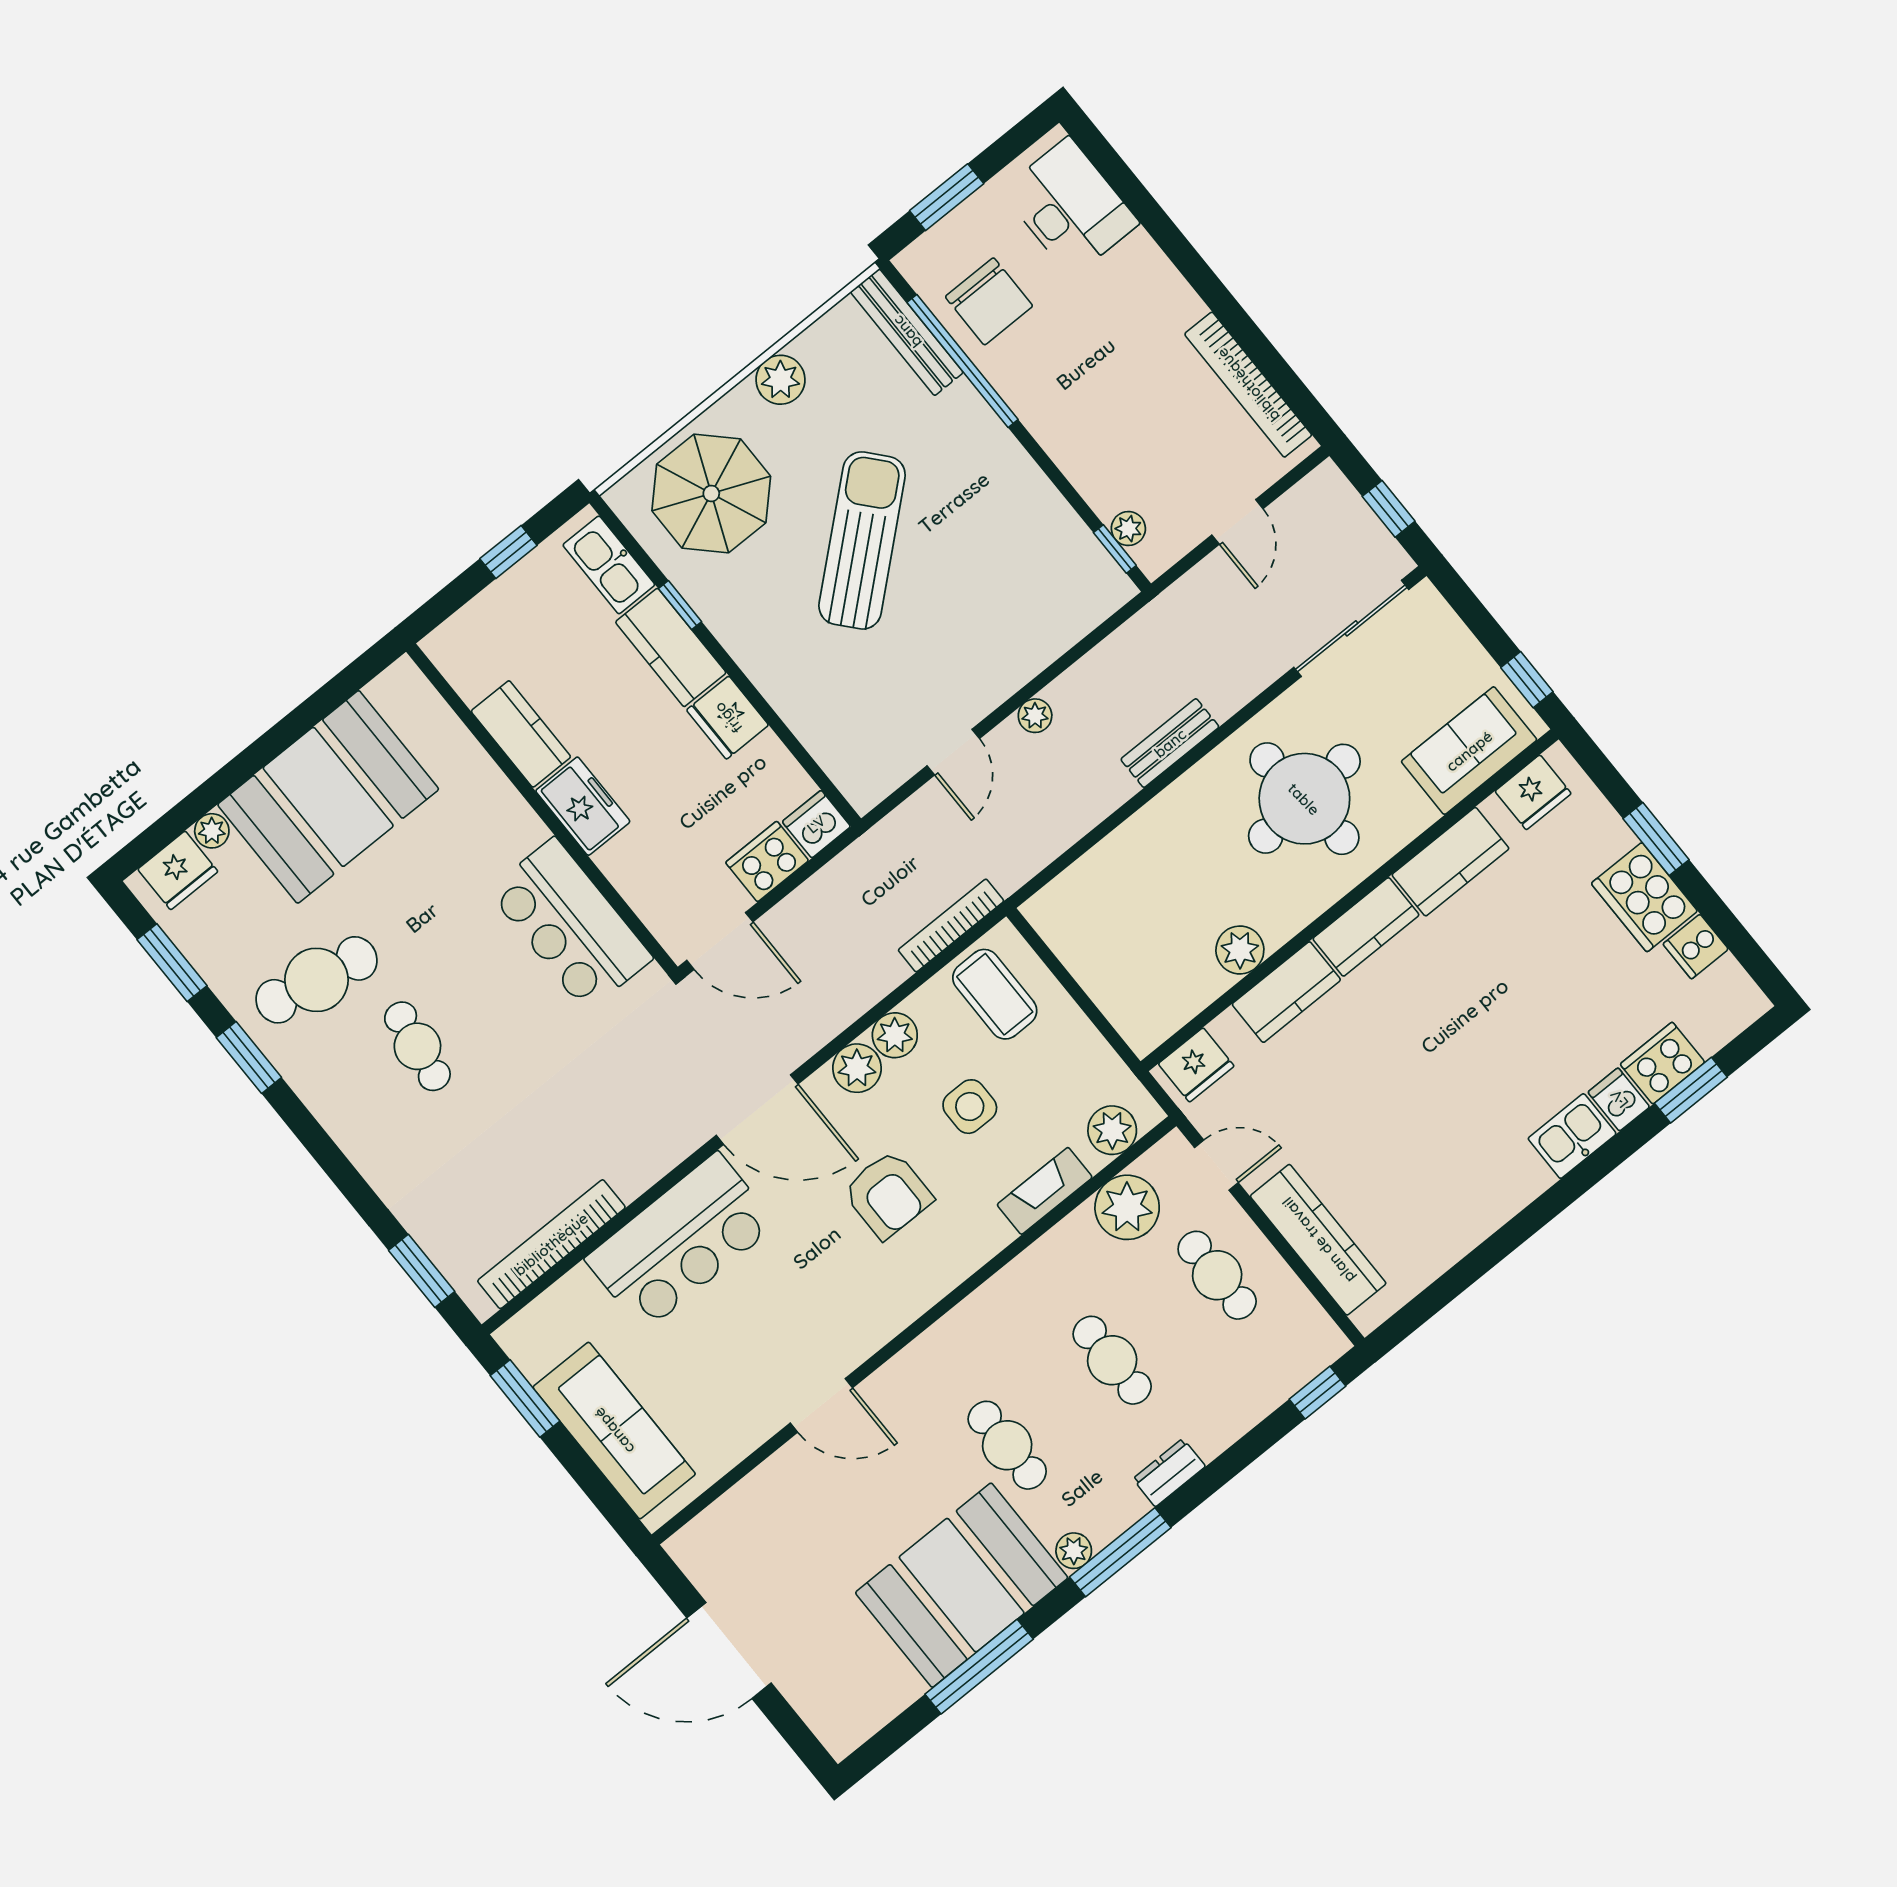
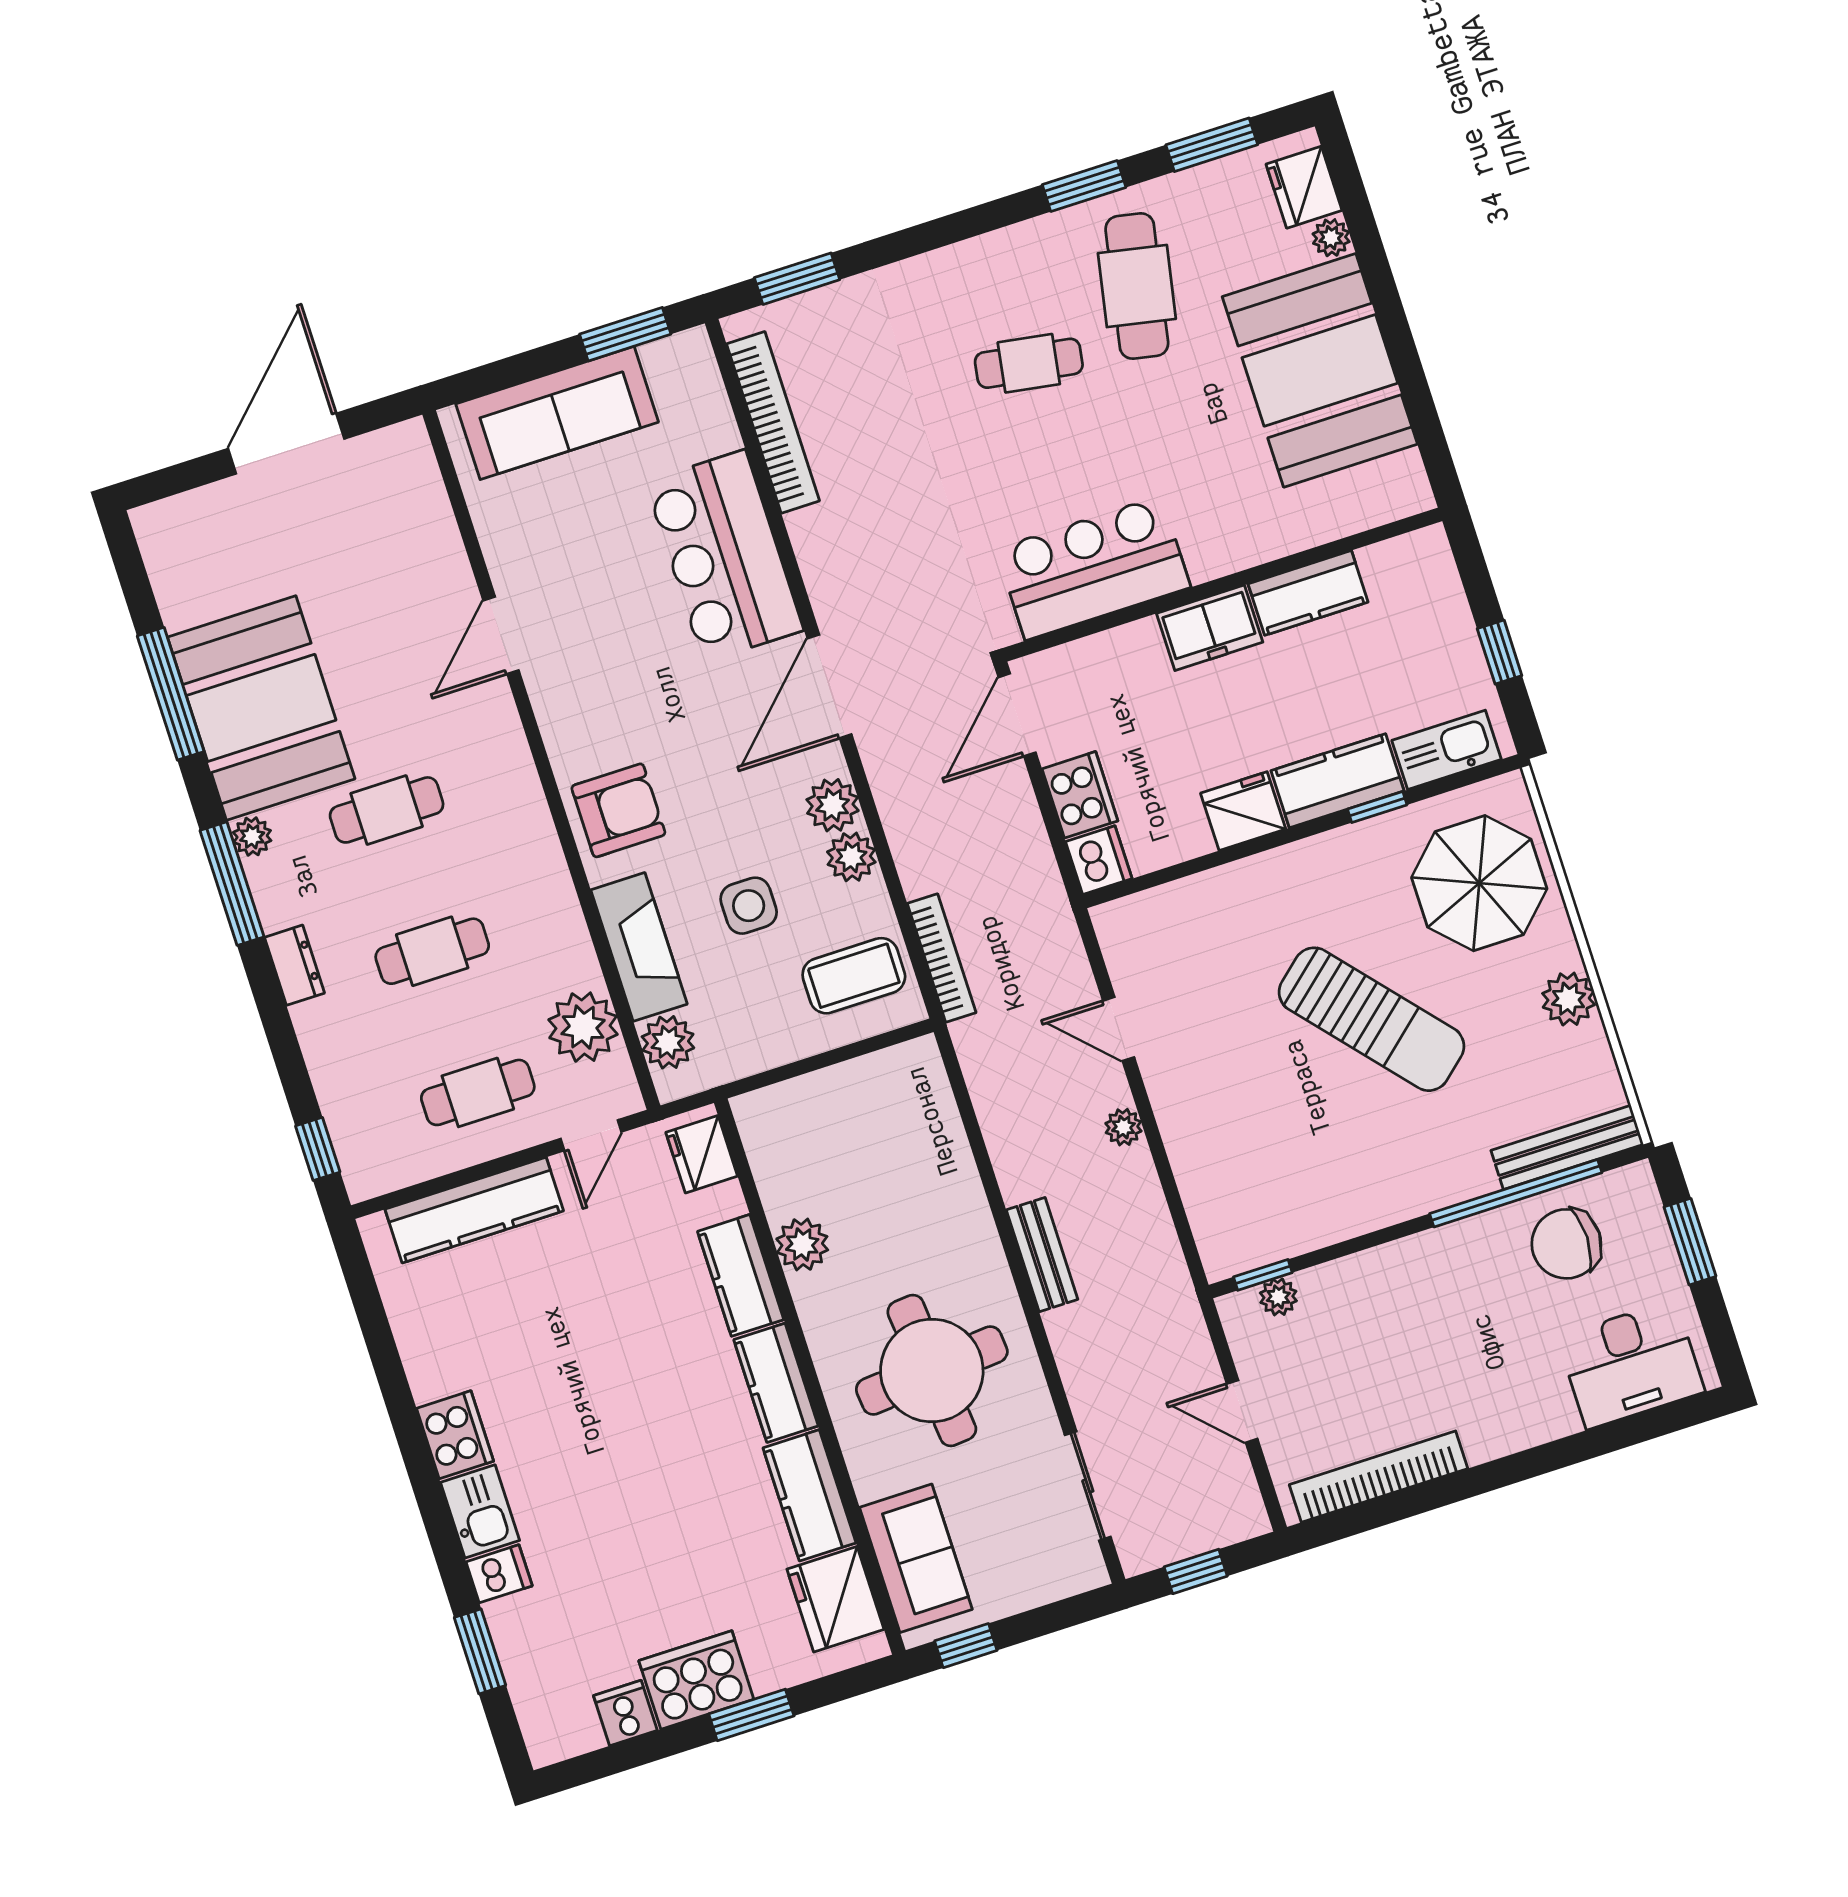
sliding door: (1351, 628) -> (1088, 1486), width x0.73
fridge: (1533, 792) -> (835, 1599), width x1.36, depth x1.34
cooker: (1662, 1063) -> (455, 1435), moved
fireplace: (1045, 1191) -> (639, 947), width x1.37, depth x1.32
armchair: (888, 1194) -> (618, 810), moved, turned 180

